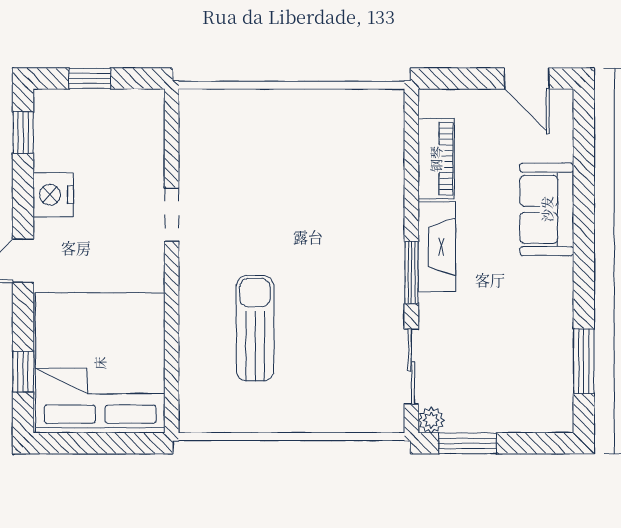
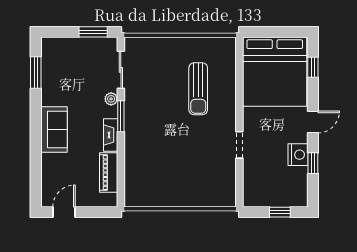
door: (527, 79) -> (64, 212), hinge flipped
window: (23, 132) -> (313, 163), moved
sofa: (547, 209) -> (54, 129), moved
fireplace: (437, 247) -> (111, 135), width x0.73, depth x0.76
plant: (431, 420) -> (111, 99), moved

